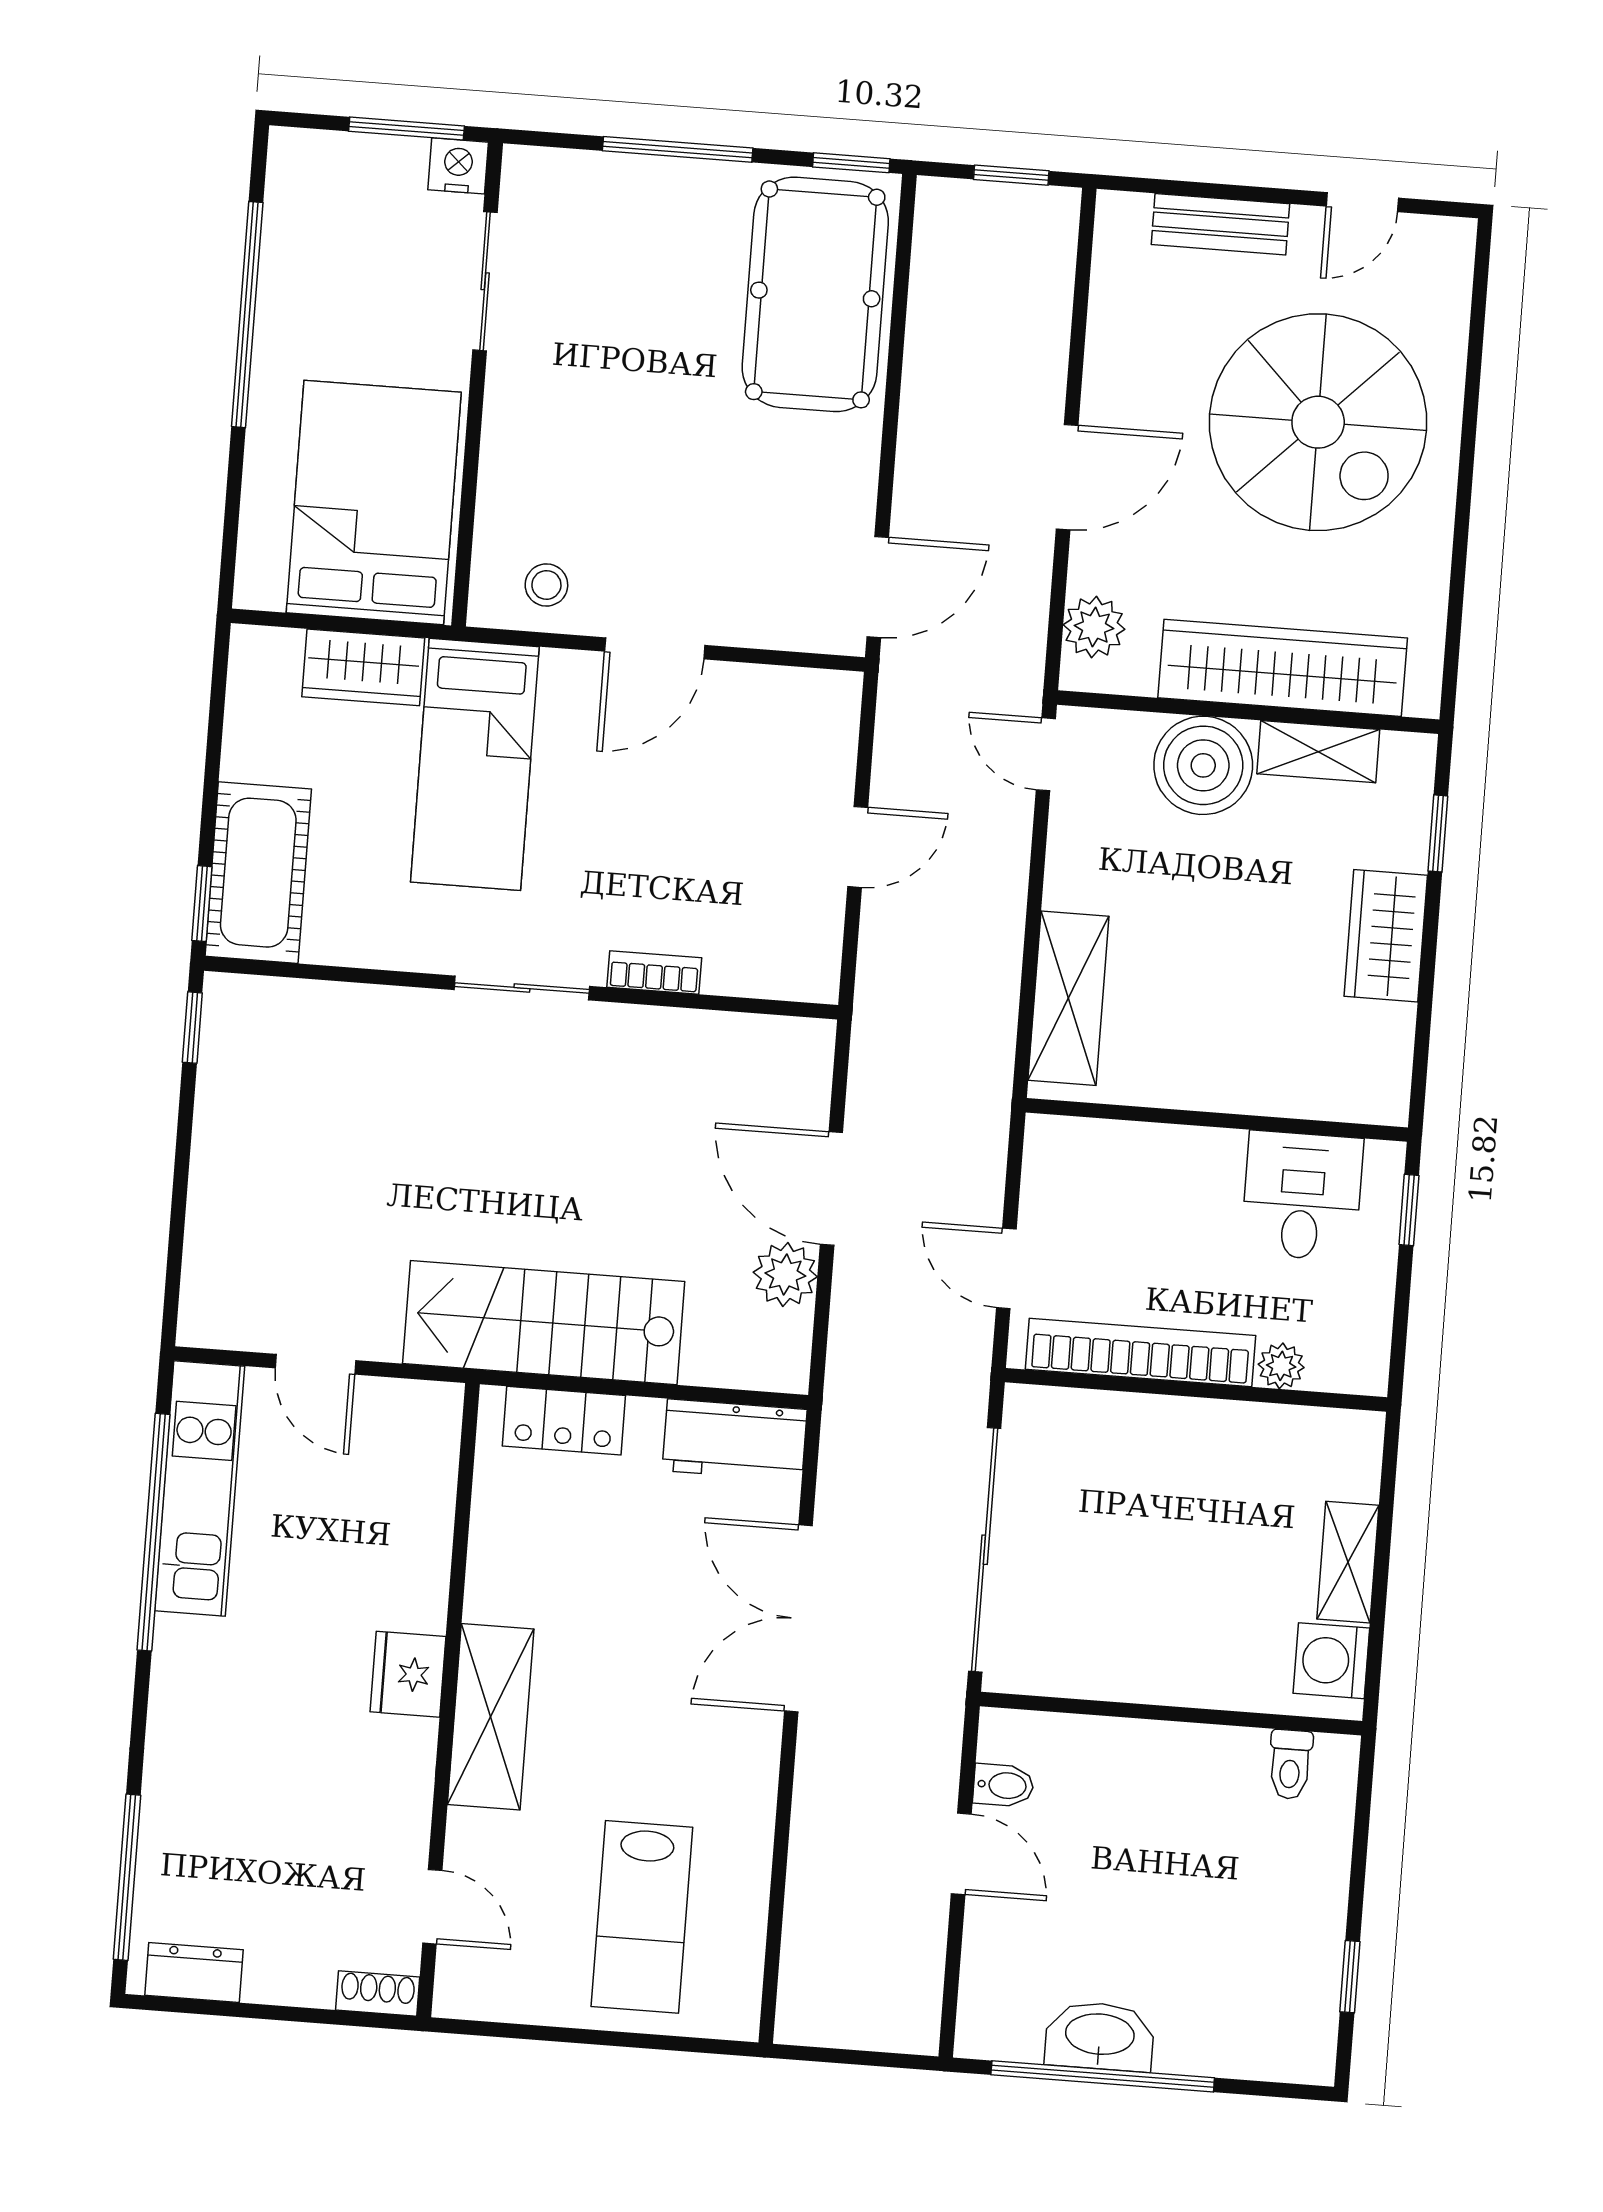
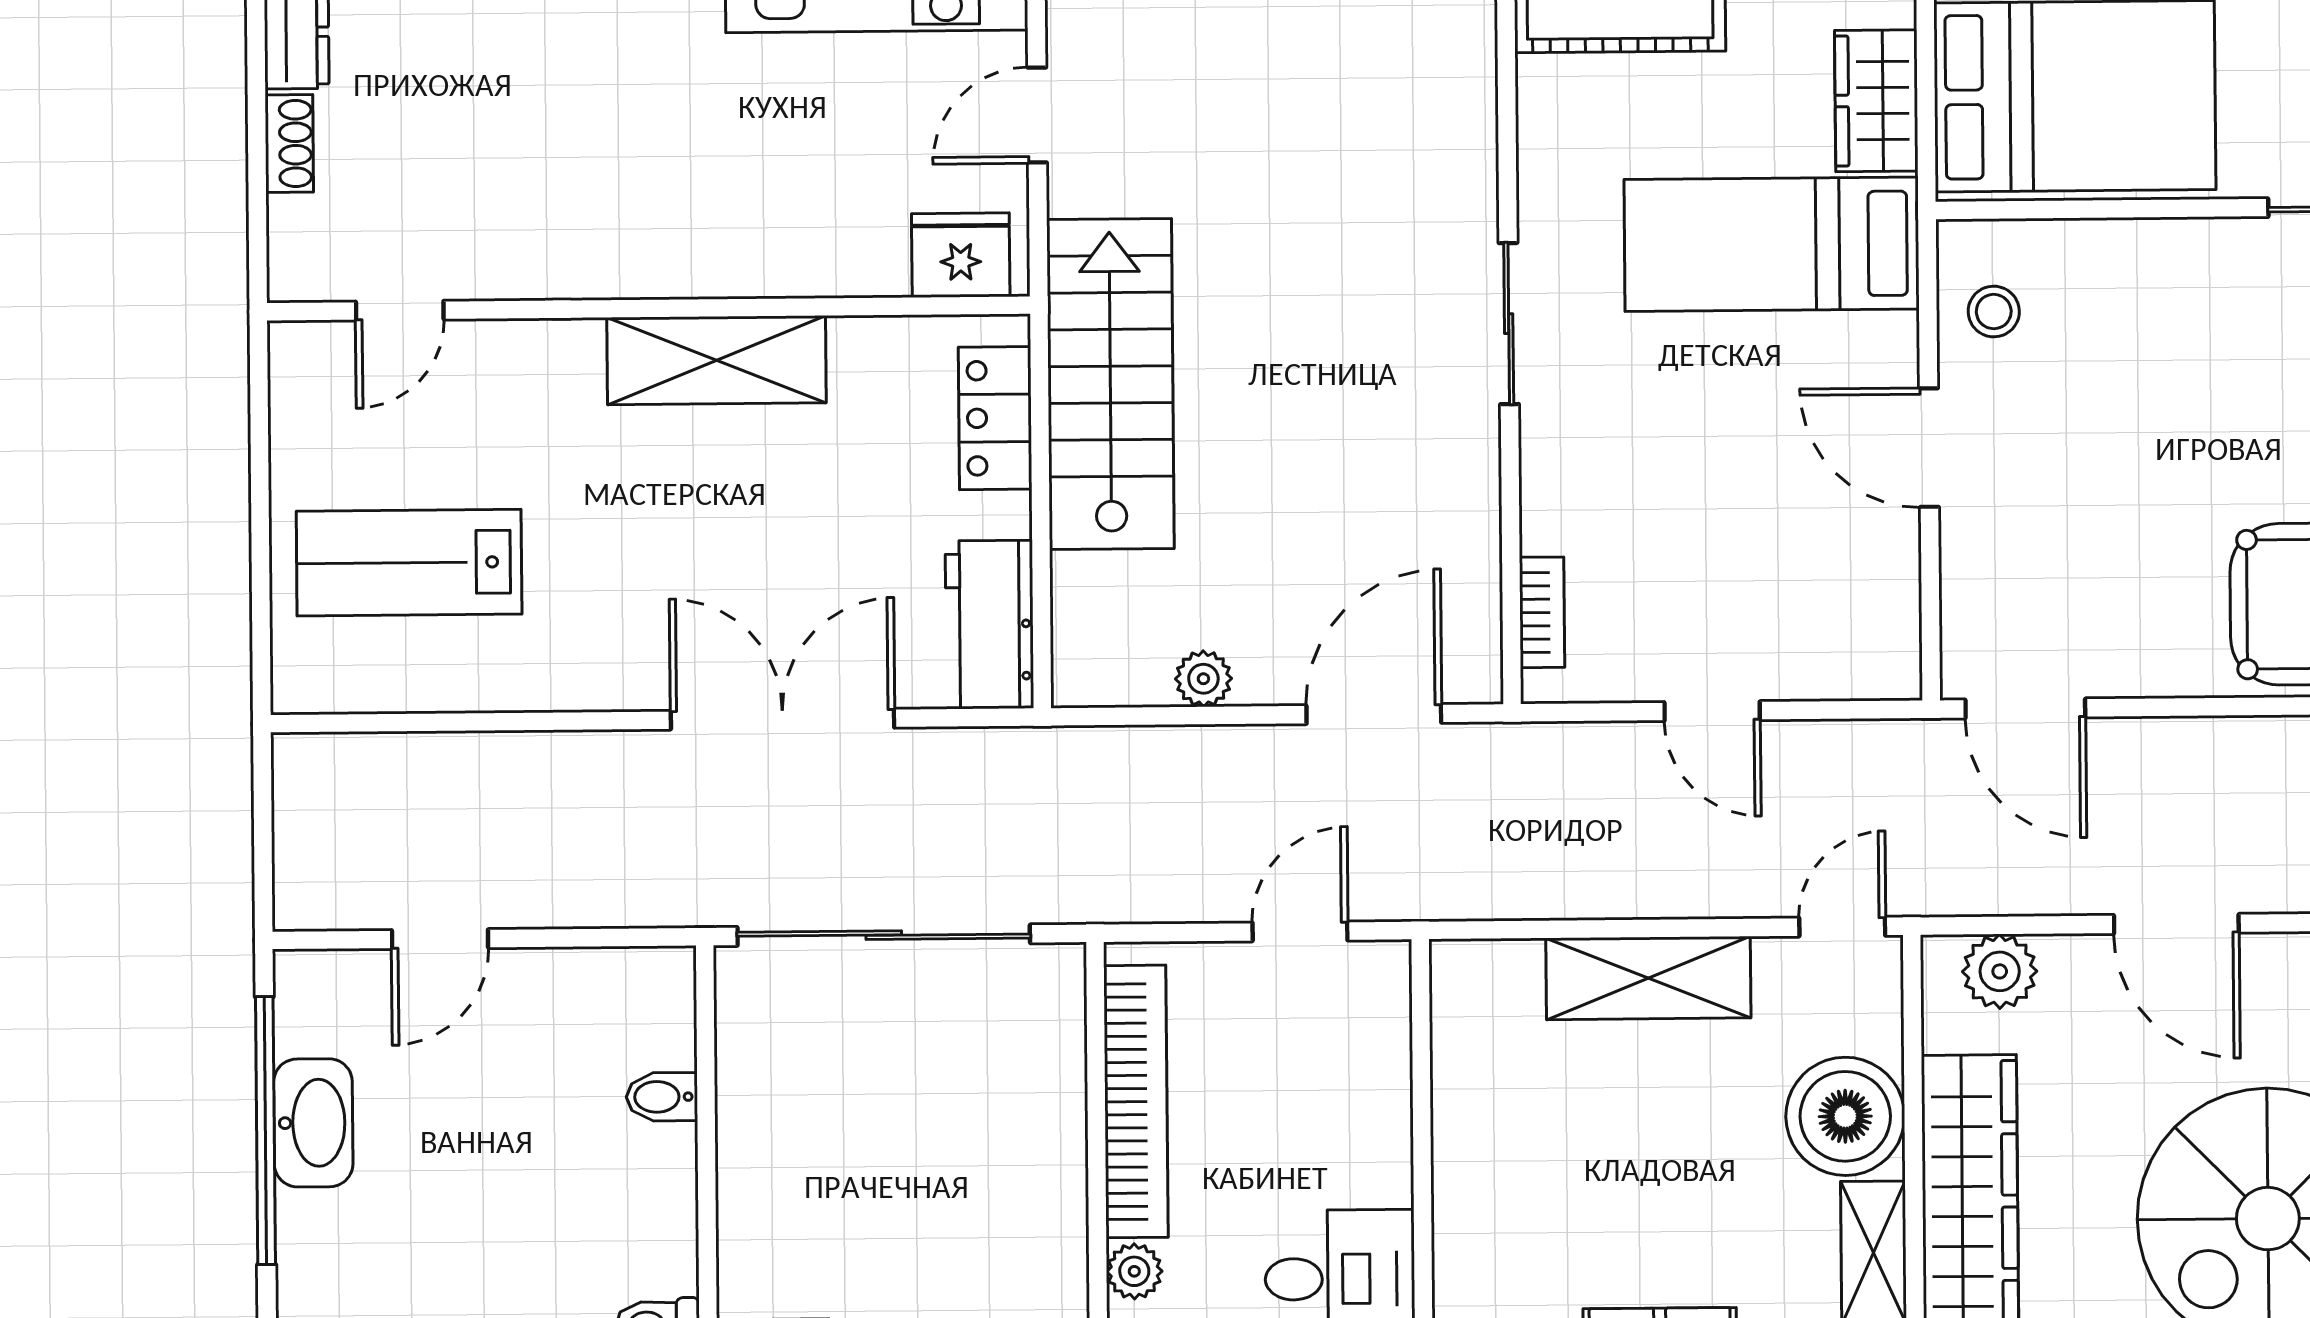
bookcase: (654, 972) -> (1542, 612), moved
shelving: (1068, 998) -> (1648, 978), moved
door: (831, 1188) -> (1374, 714), moved
door: (1006, 1268) -> (1300, 932), moved
plant: (785, 1274) -> (1203, 679), width x0.73, depth x0.73
fridge: (408, 1674) -> (961, 255), moved
shelving: (491, 1717) -> (717, 360), moved
bidet: (1003, 1785) -> (662, 1097), moved, turned 90
door: (961, 1854) -> (440, 939), moved
shoe rack: (378, 1993) -> (289, 144), moved

